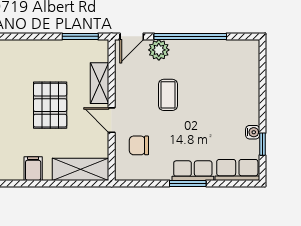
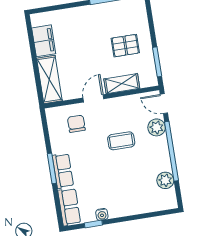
plant: (224, 50) -> (165, 180), added
pallet: (50, 105) -> (125, 46), moved, width x0.67, depth x0.71
filing cabinet: (33, 169) -> (44, 41), width x2.00

